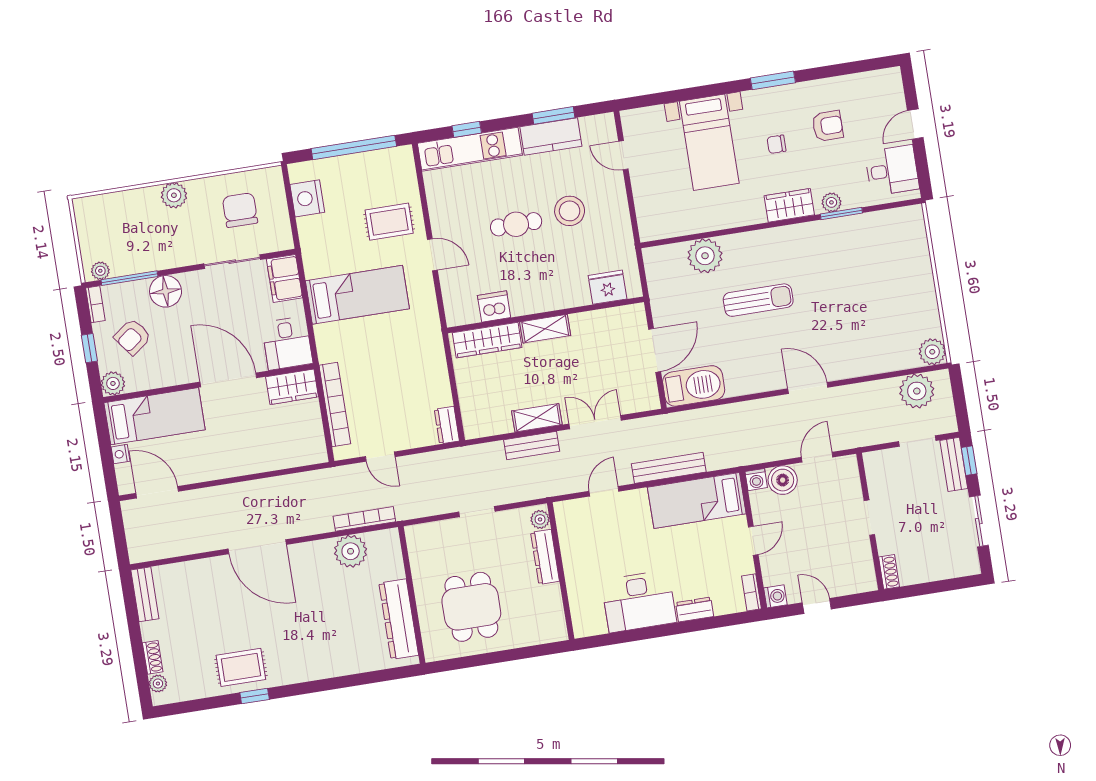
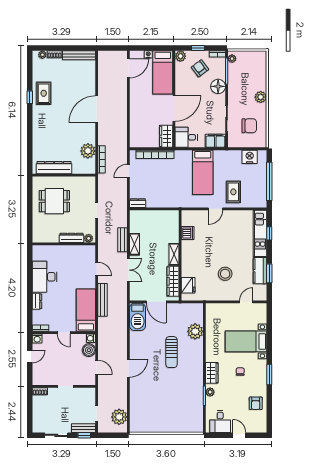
armchair: (828, 126) -> (256, 403), moved
cafe table: (516, 224) -> (223, 249), removed
wardrobe: (487, 340) -> (173, 281), moved
plant: (932, 352) -> (136, 427), removed
bench: (145, 594) -> (79, 55), width x1.36

